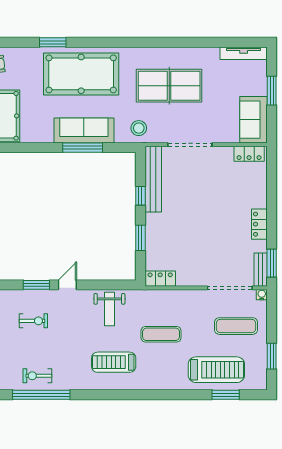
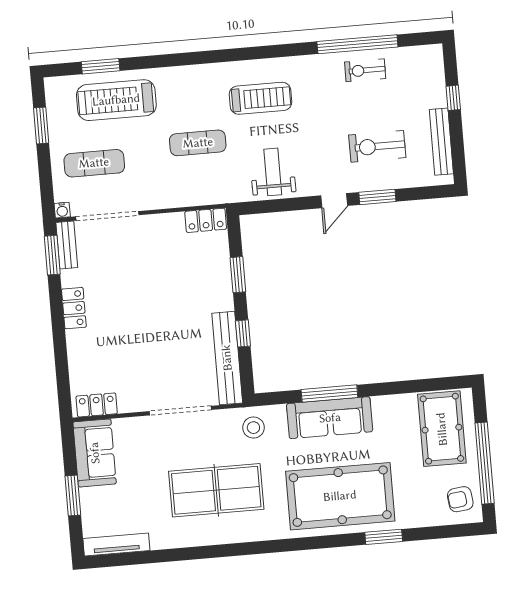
exercise bike: (33, 321) -> (377, 146), width x1.38, depth x1.39
exercise bike: (37, 376) -> (365, 70), turned 180

